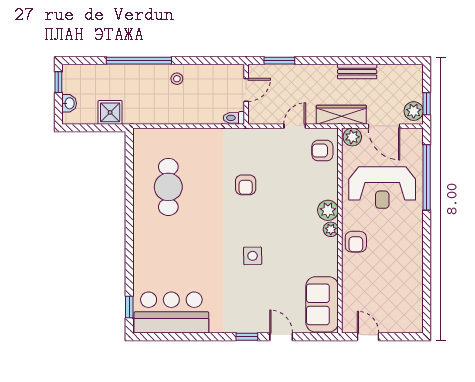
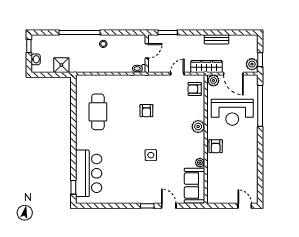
plant: (331, 229) -> (200, 163), moved
bar counter: (171, 313) -> (89, 173), moved, turned 90
door: (368, 337) -> (245, 206), moved

